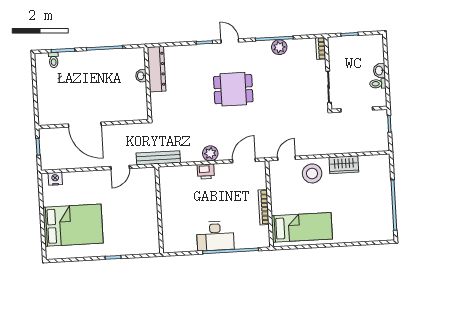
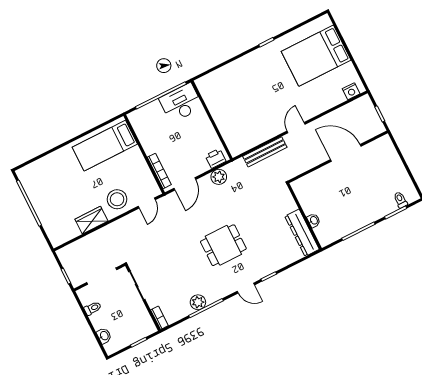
washbasin: (379, 71) -> (104, 336), moved
bookcase: (264, 207) -> (159, 171), moved
wall: (159, 210) -> (212, 120), moved

